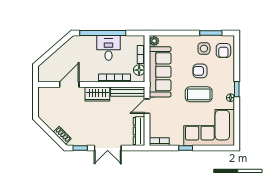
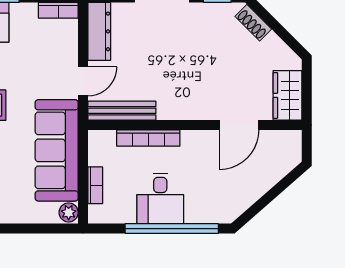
floor lamp: (139, 70) -> (99, 154), removed
wardrobe: (97, 94) -> (288, 95), moved, turned -90

